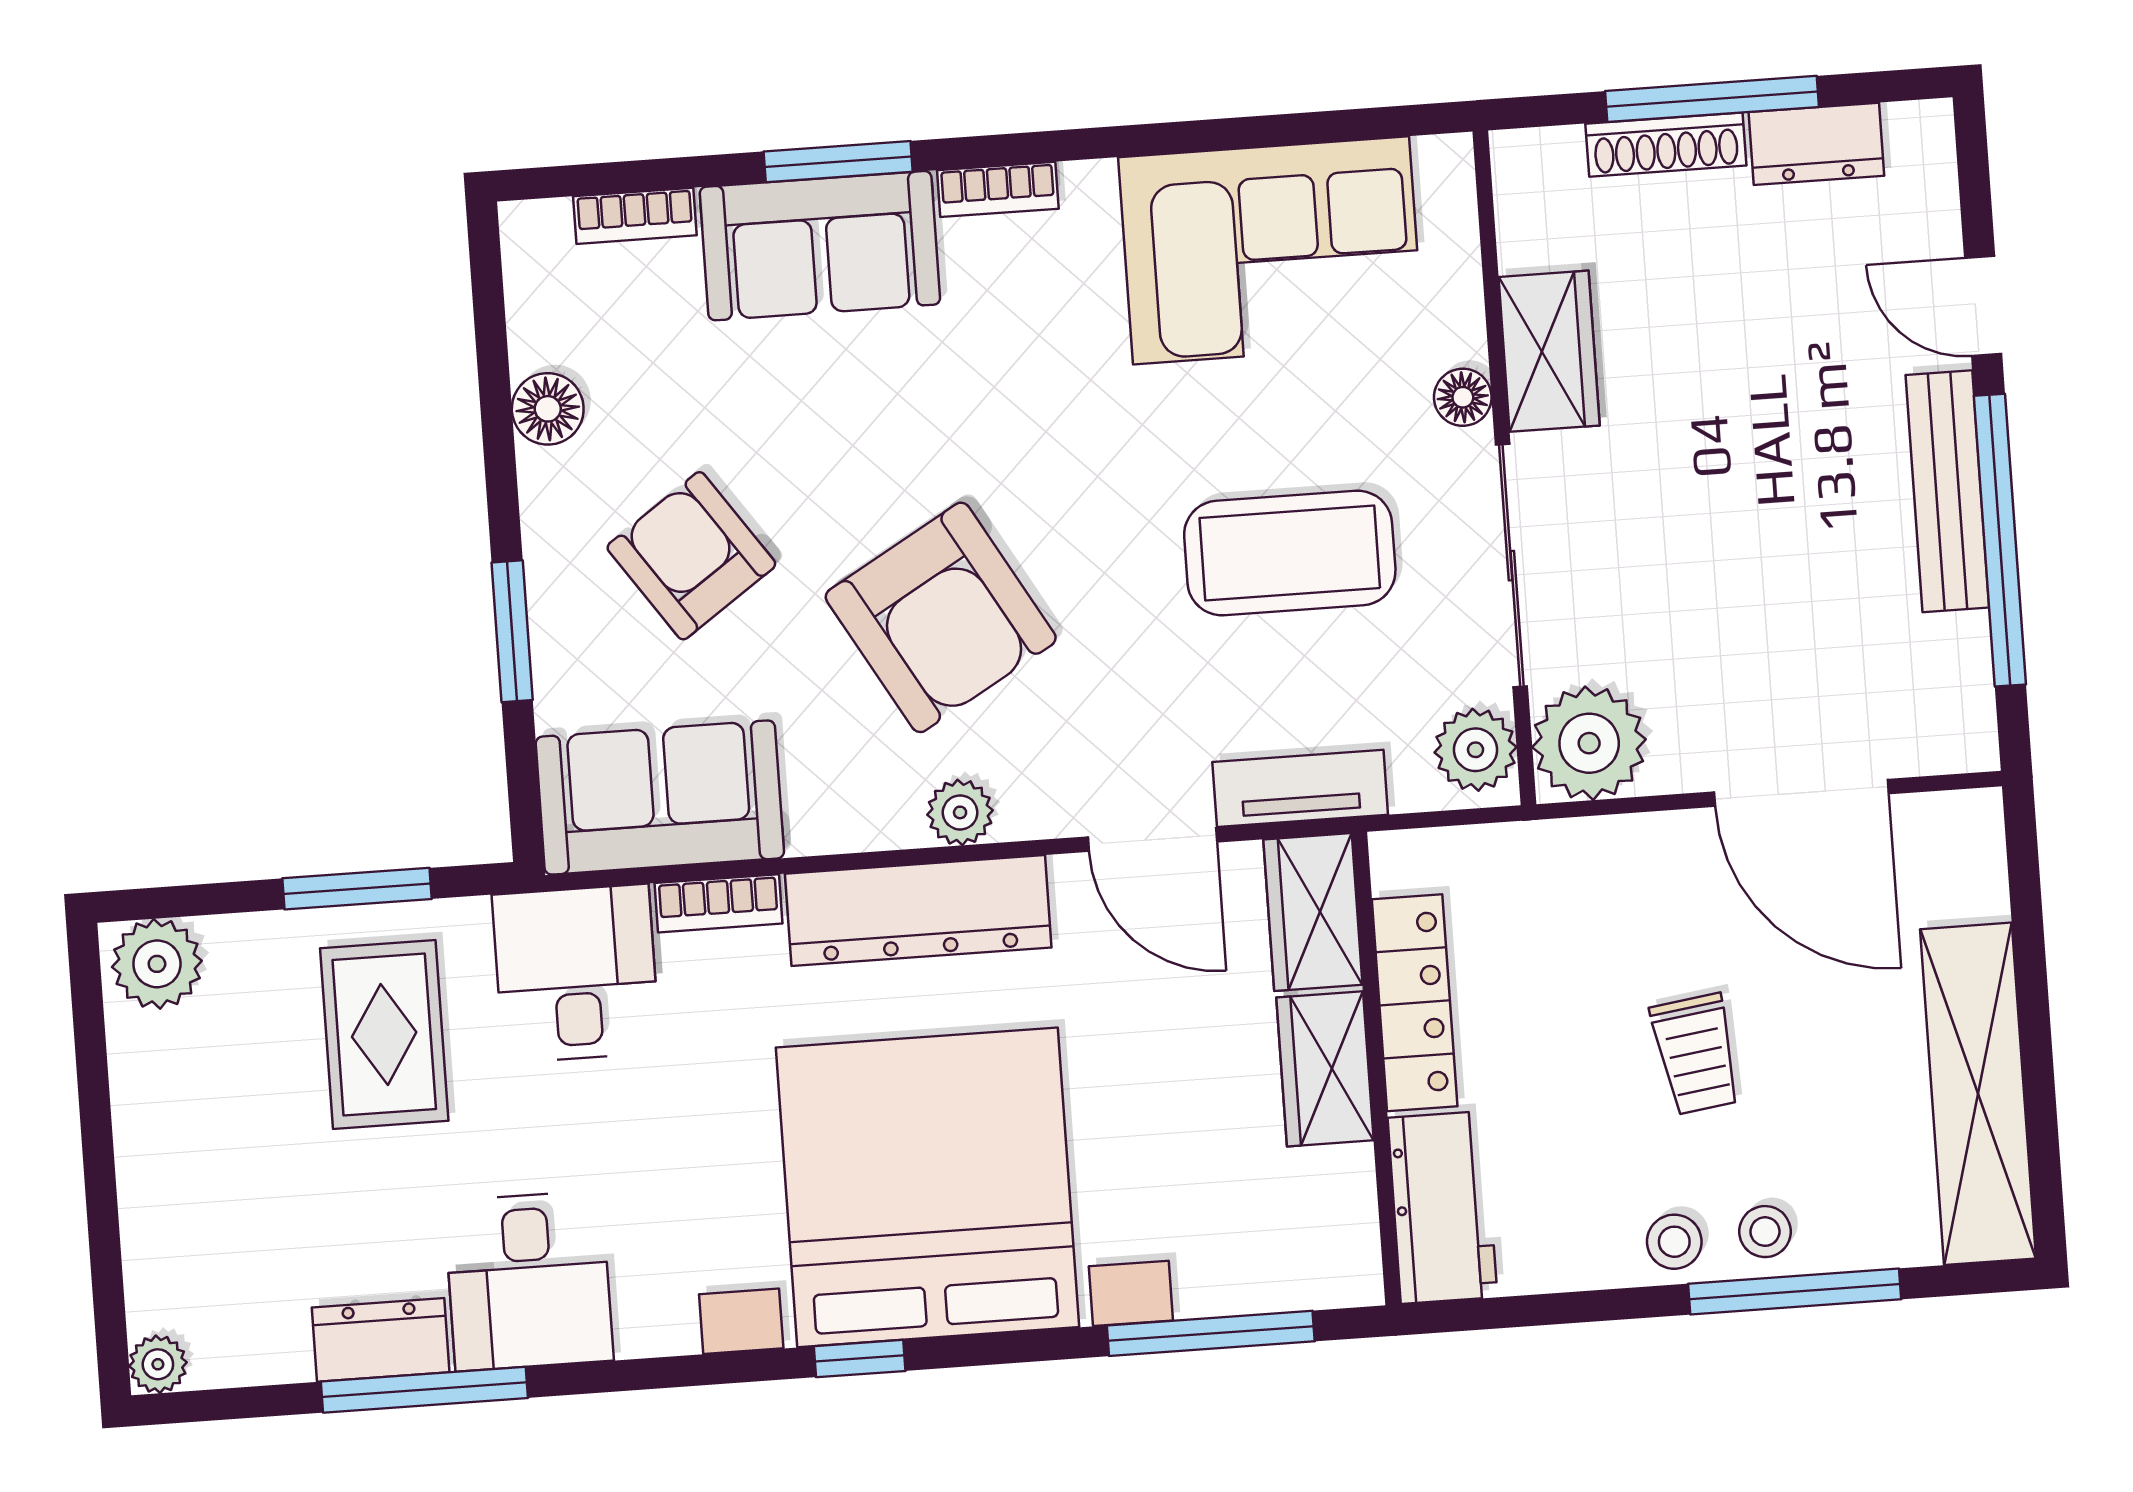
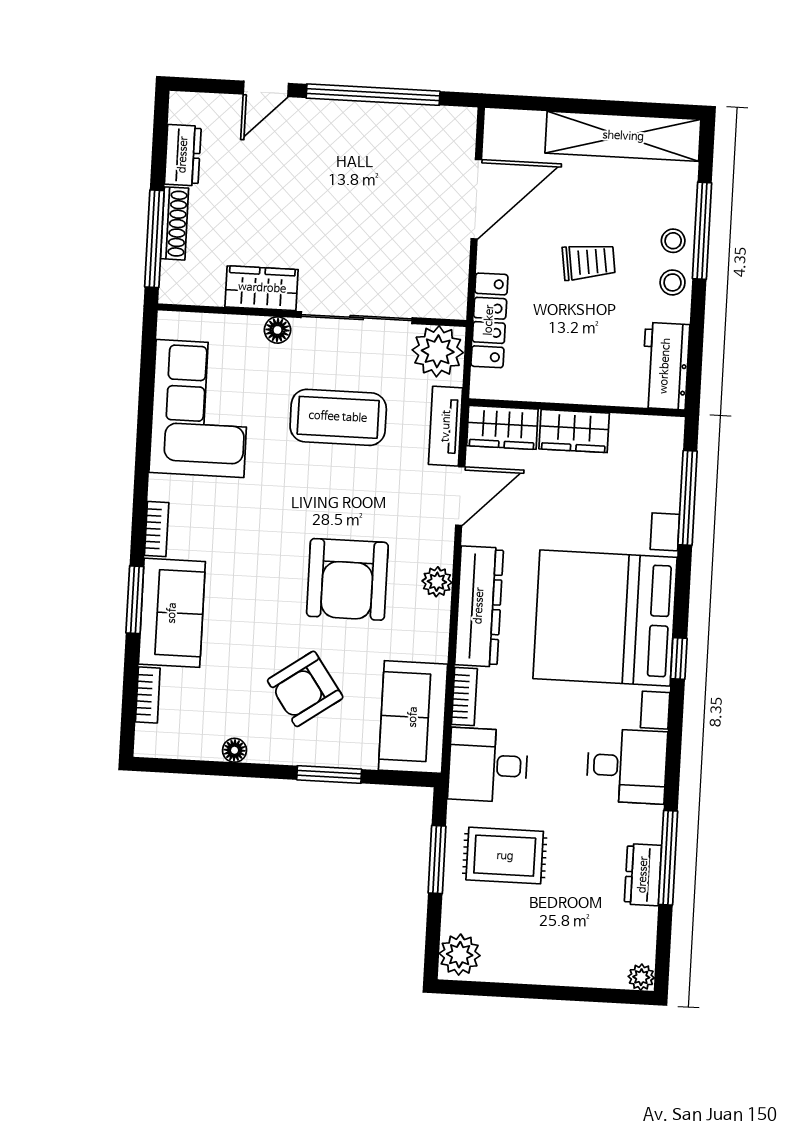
window: (1712, 99) -> (154, 239), moved
floor lamp: (548, 409) -> (235, 750), width x0.73, depth x0.73
bench: (1947, 491) -> (348, 116), removed
coffee table: (1290, 553) -> (338, 417), turned 90
armchair: (941, 617) -> (347, 579), turned 120
plant: (1589, 743) -> (442, 293), removed
plant: (1476, 750) -> (438, 351), width x1.36, depth x1.36
locker: (1415, 1003) -> (489, 320), moved, turned 90
workbench: (1442, 1207) -> (665, 366), moved, turned -90
desk: (529, 1281) -> (627, 766), moved

